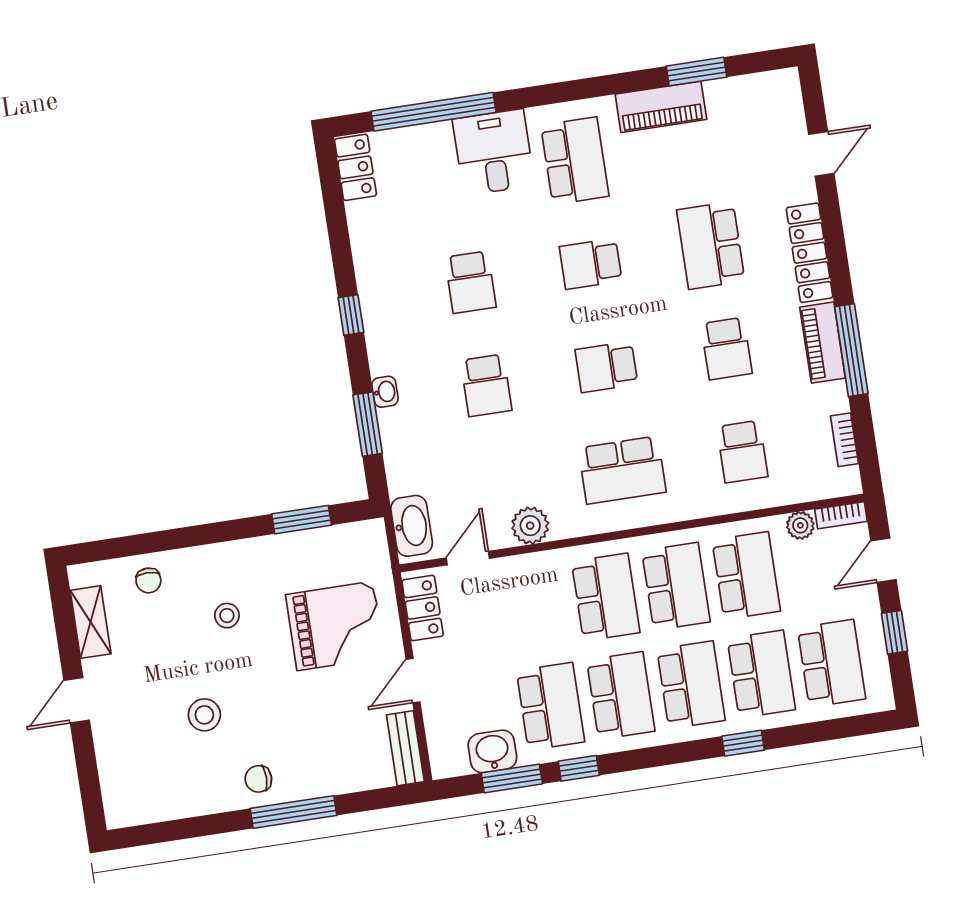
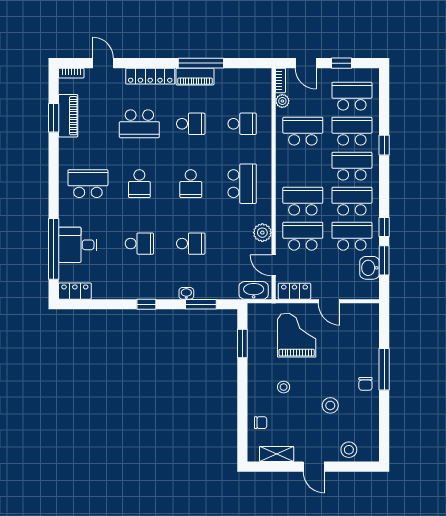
piano: (661, 107) -> (68, 116), moved
desk: (494, 152) -> (78, 245), moved
bookcase: (844, 440) -> (71, 73), moved
school desk: (676, 586) -> (303, 236), moved
bench: (405, 748) -> (361, 310), removed
stool: (121, 766) -> (349, 450), added

